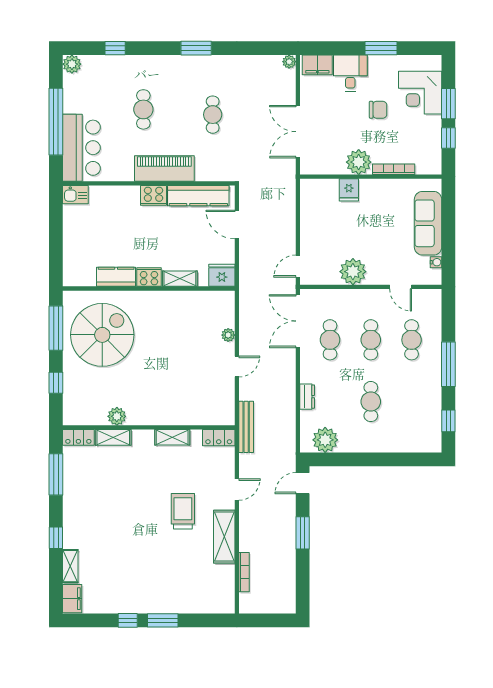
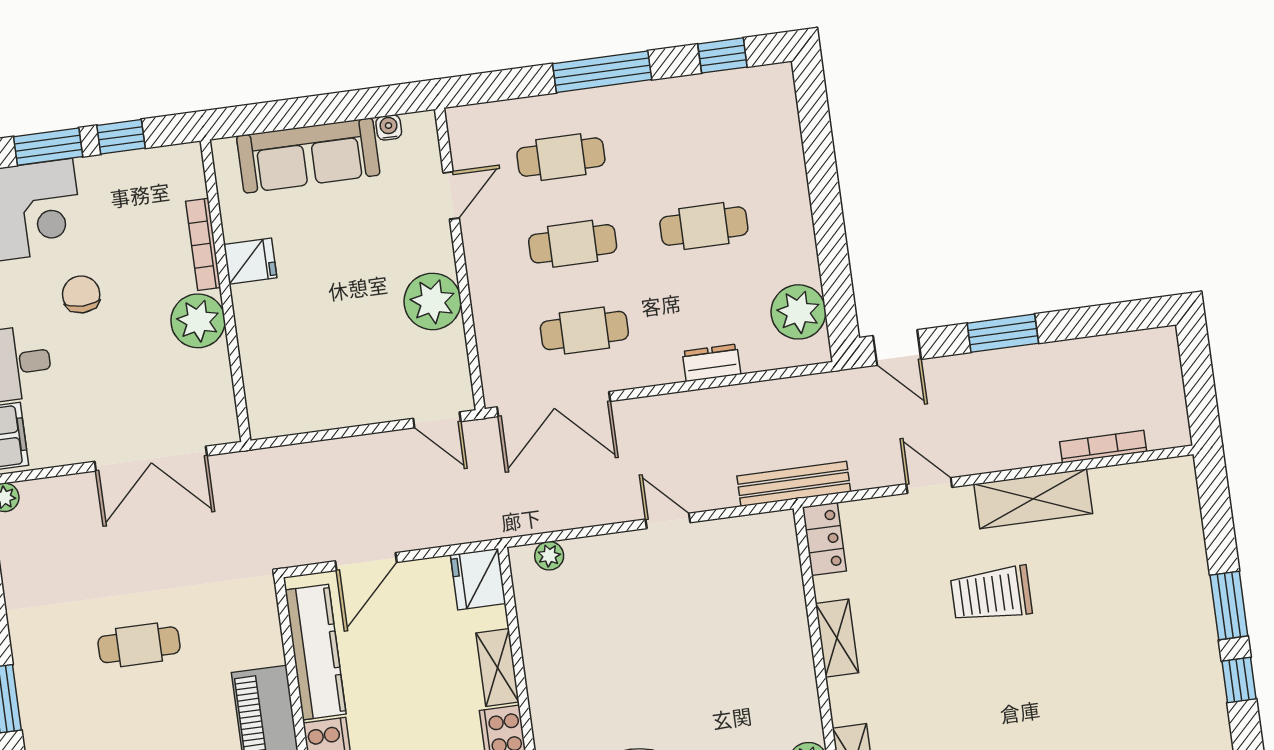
fridge: (349, 190) -> (250, 261), moved
plant: (228, 335) -> (549, 556), moved

